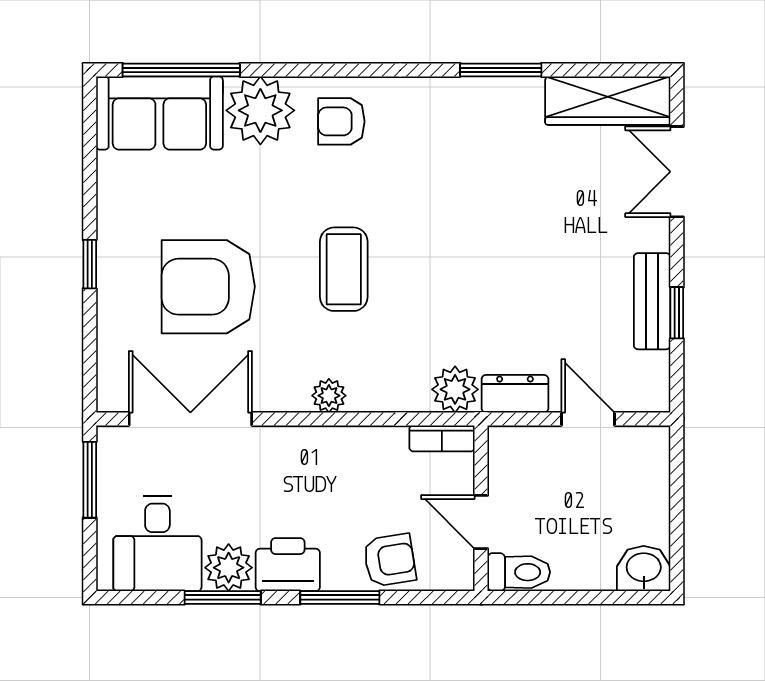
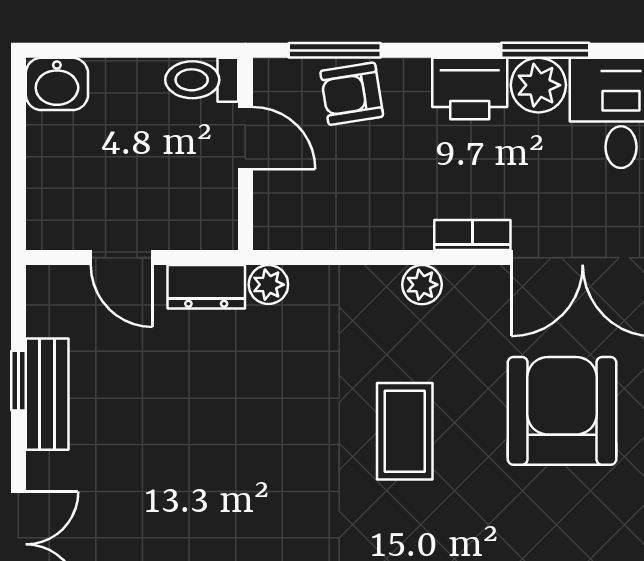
armchair: (208, 287) -> (562, 411), turned -90
plant: (455, 389) -> (268, 285), width x0.73, depth x0.73
bookcase: (442, 438) -> (472, 235), moved
window: (340, 598) -> (335, 50), moved

